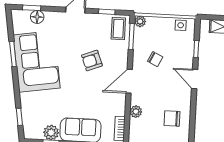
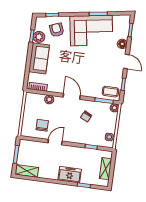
floor lamp: (37, 17) -> (122, 44), moved
armchair: (92, 60) -> (57, 30), moved
door: (195, 79) -> (55, 142), moved

